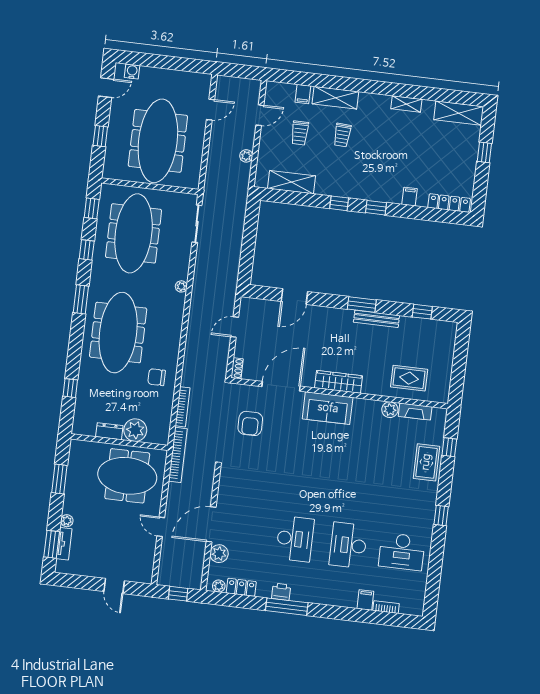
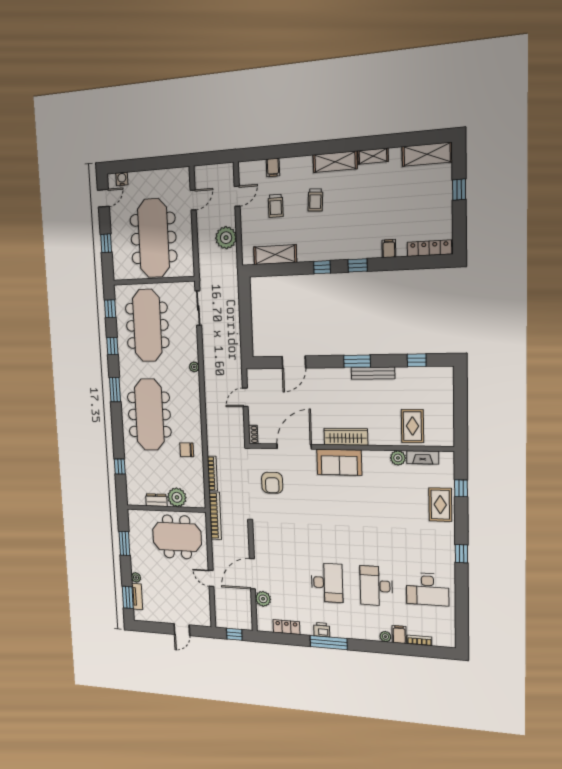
shelving: (335, 98) -> (335, 162), moved
plant: (246, 156) -> (226, 238), width x1.87, depth x1.87
rug: (409, 378) -> (412, 426), turned 90
door: (114, 586) -> (182, 630), hinge flipped
plant: (219, 586) -> (385, 637), moved

